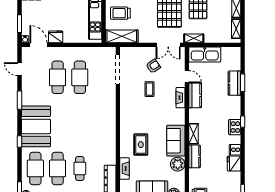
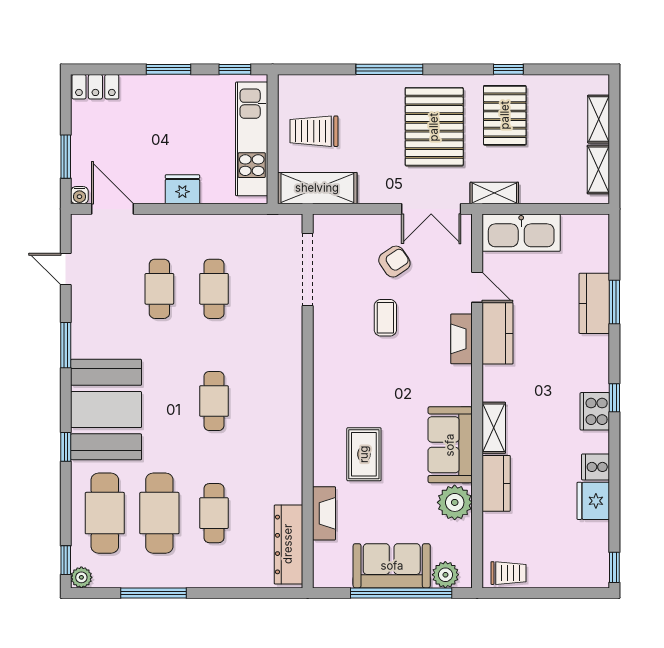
fridge: (56, 37) -> (182, 189), moved
cafe table: (58, 77) -> (159, 289), width x0.73, depth x0.74
cafe table: (80, 77) -> (214, 289), width x0.73, depth x0.74
cafe table: (80, 123) -> (214, 401), added

